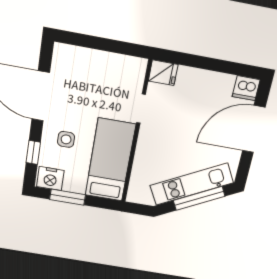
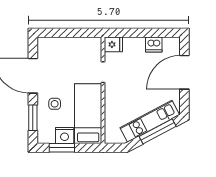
dishwasher: (246, 88) -> (154, 45), moved
window: (33, 152) -> (33, 118), width x1.50
nightstand: (50, 179) -> (65, 135), moved

